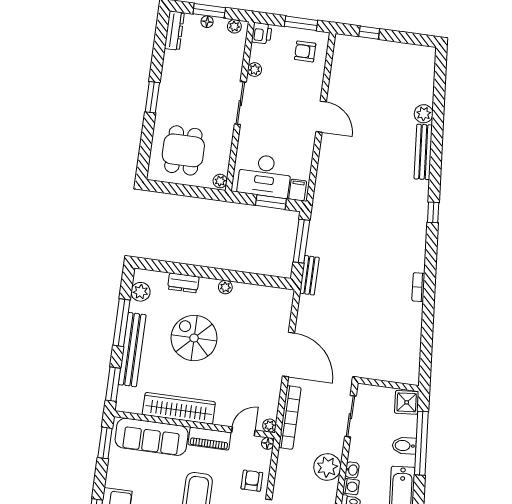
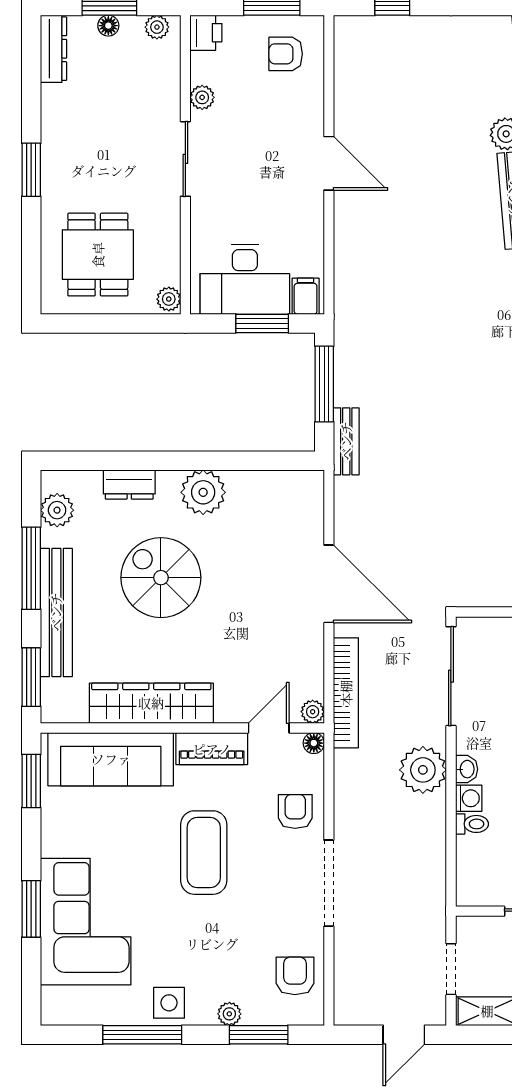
plant: (225, 287) -> (203, 492), width x1.88, depth x1.88
sliding door: (350, 416) -> (451, 676), width x1.37

